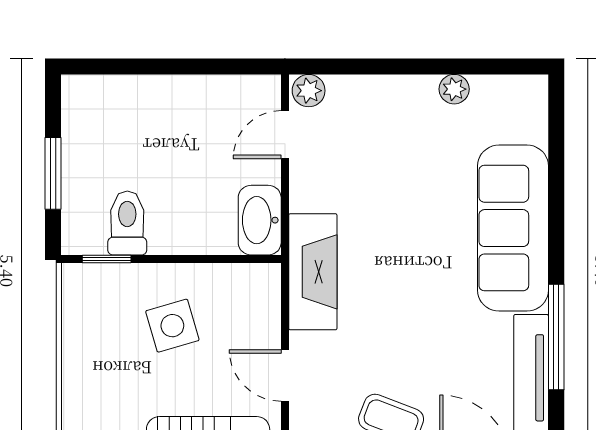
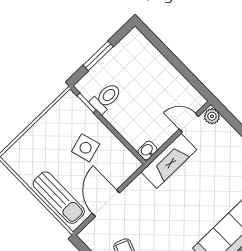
washbasin: (260, 220) -> (147, 150), width x0.52, depth x0.69
fireplace: (313, 272) -> (169, 161), moved
door: (285, 375) -> (106, 203), width x1.38

